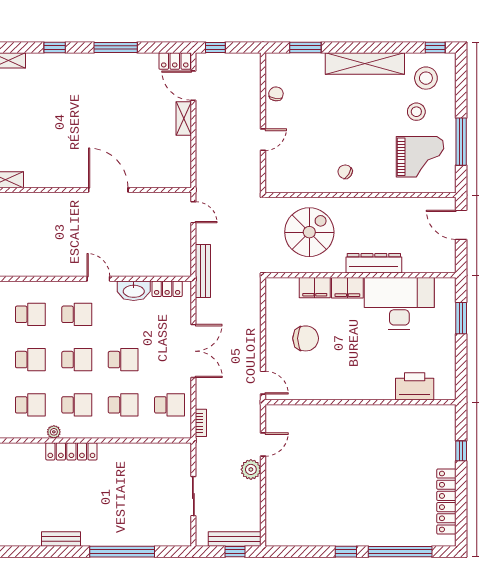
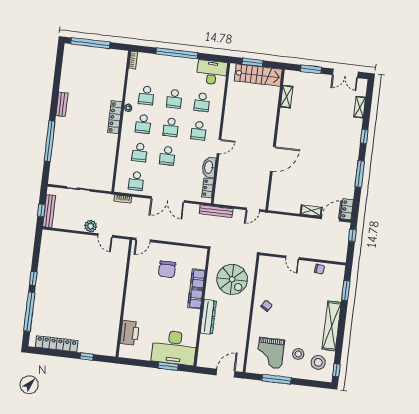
desk: (399, 303) -> (174, 348), moved, turned 90

